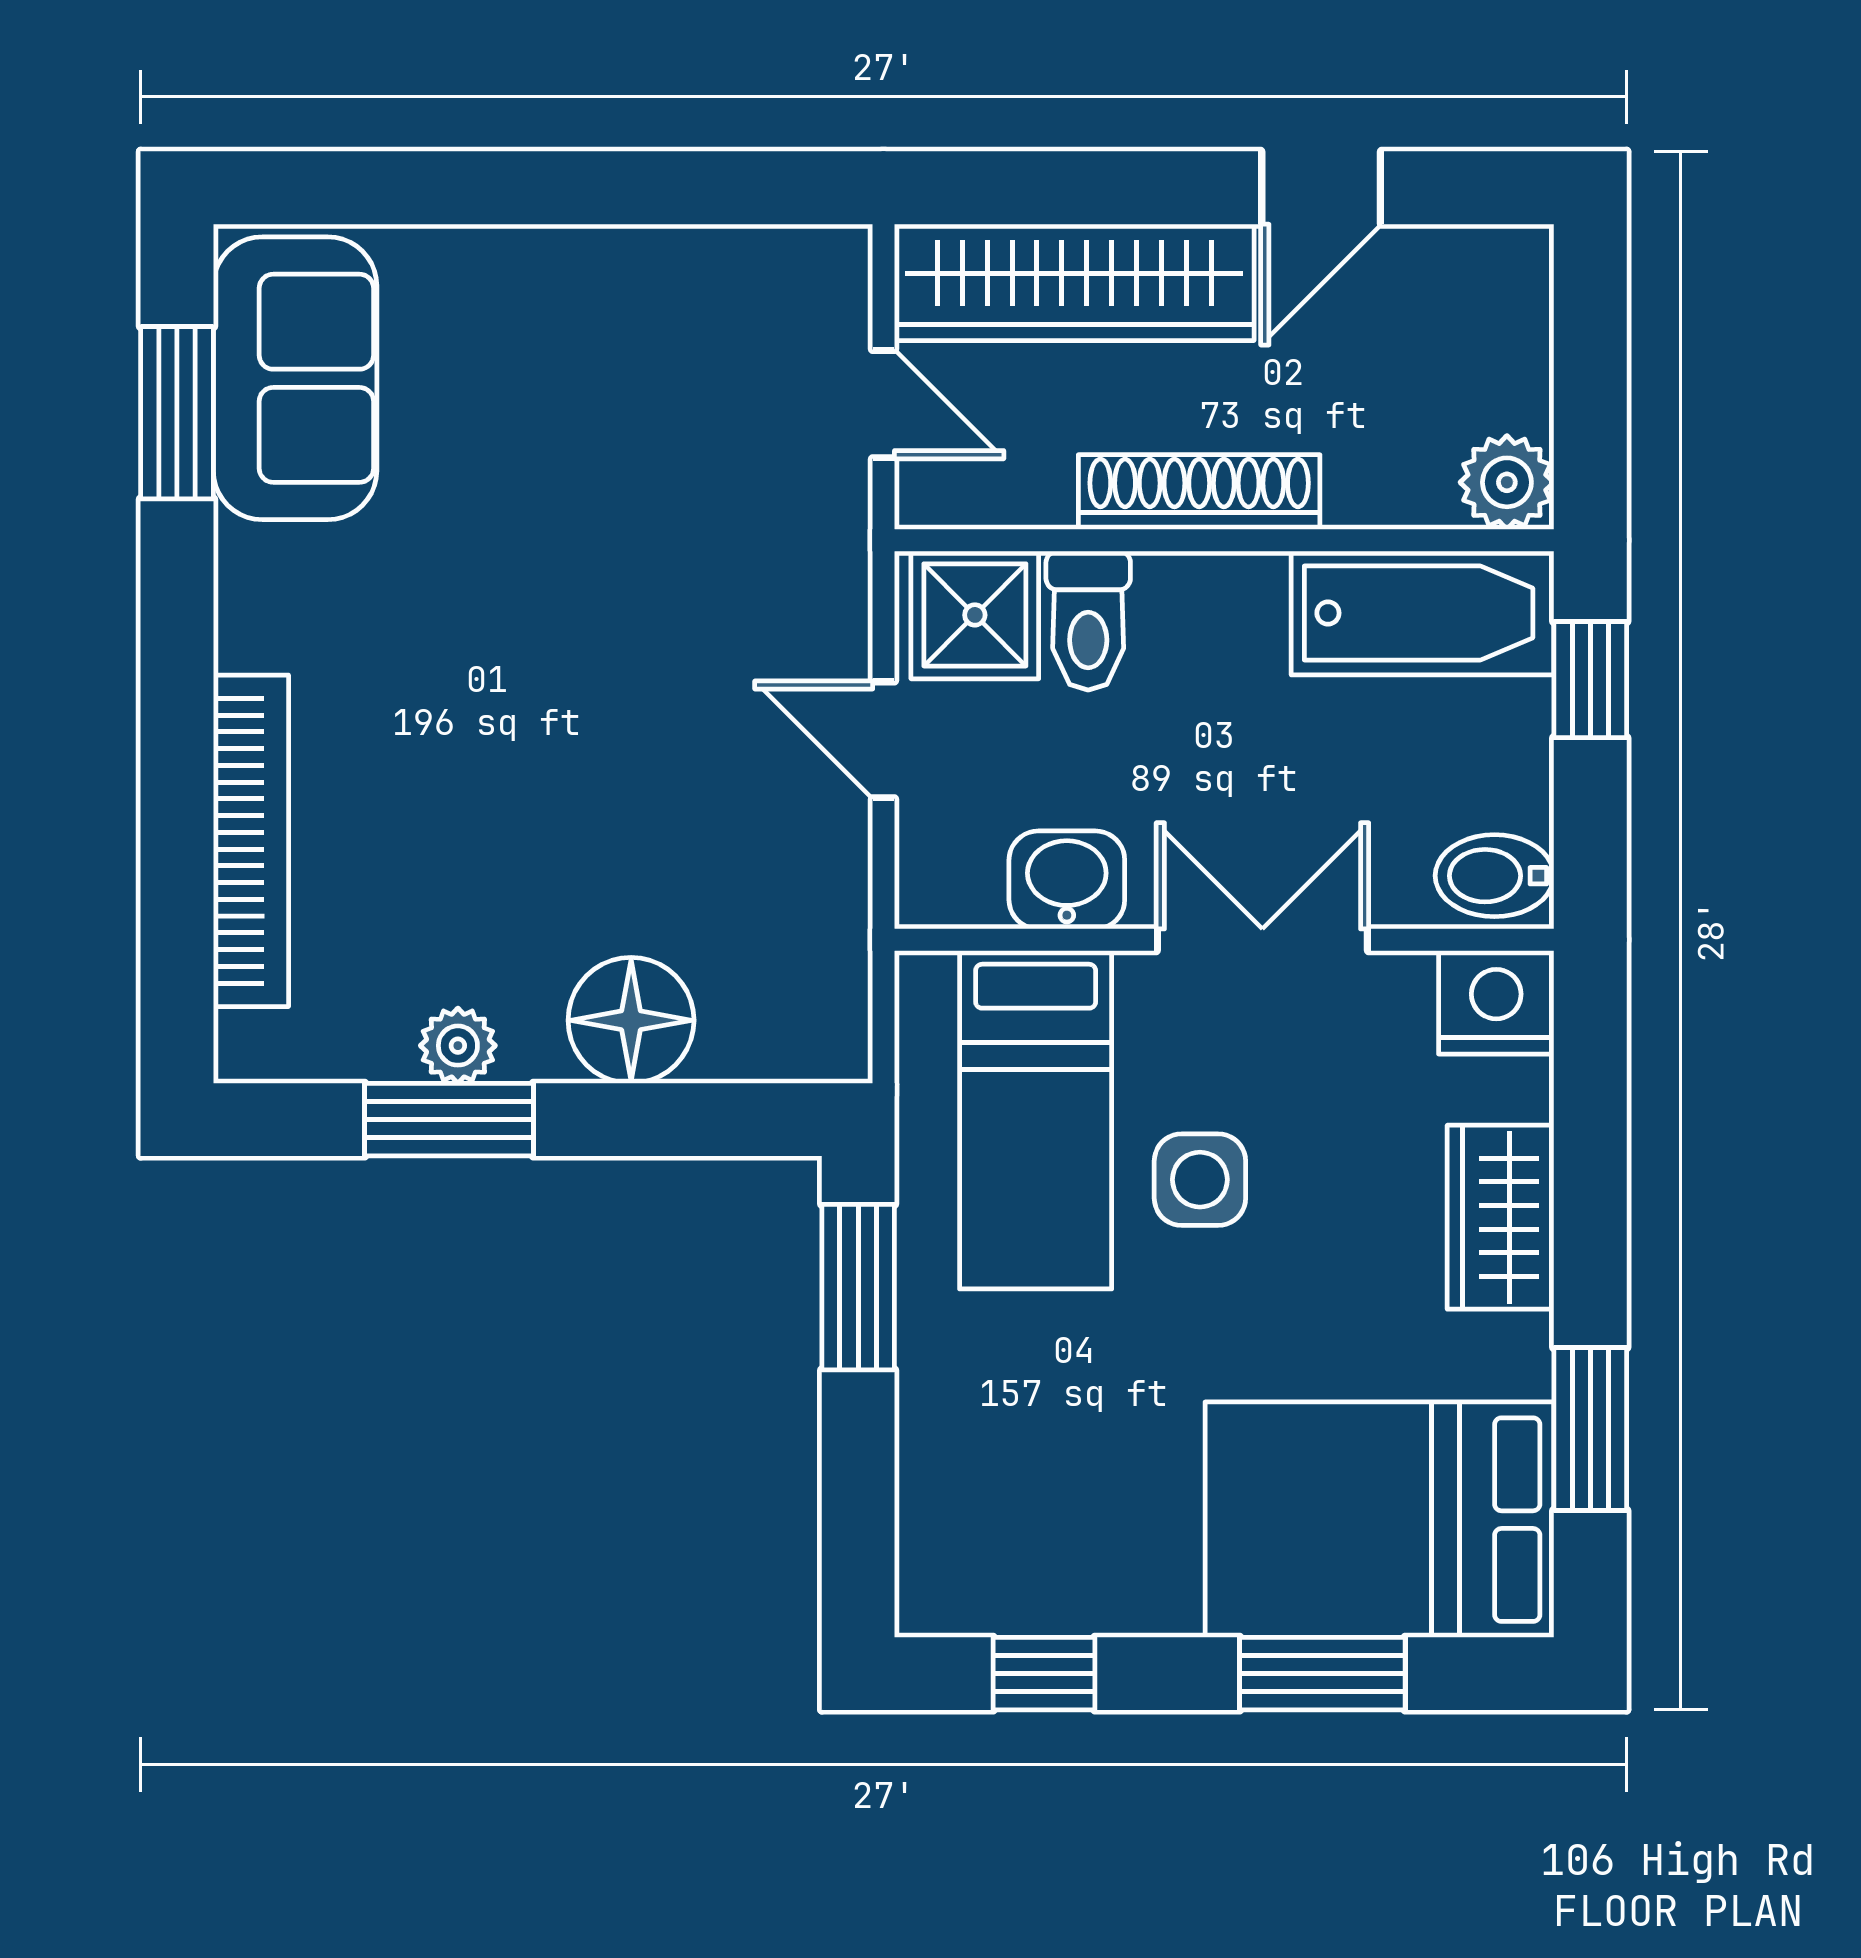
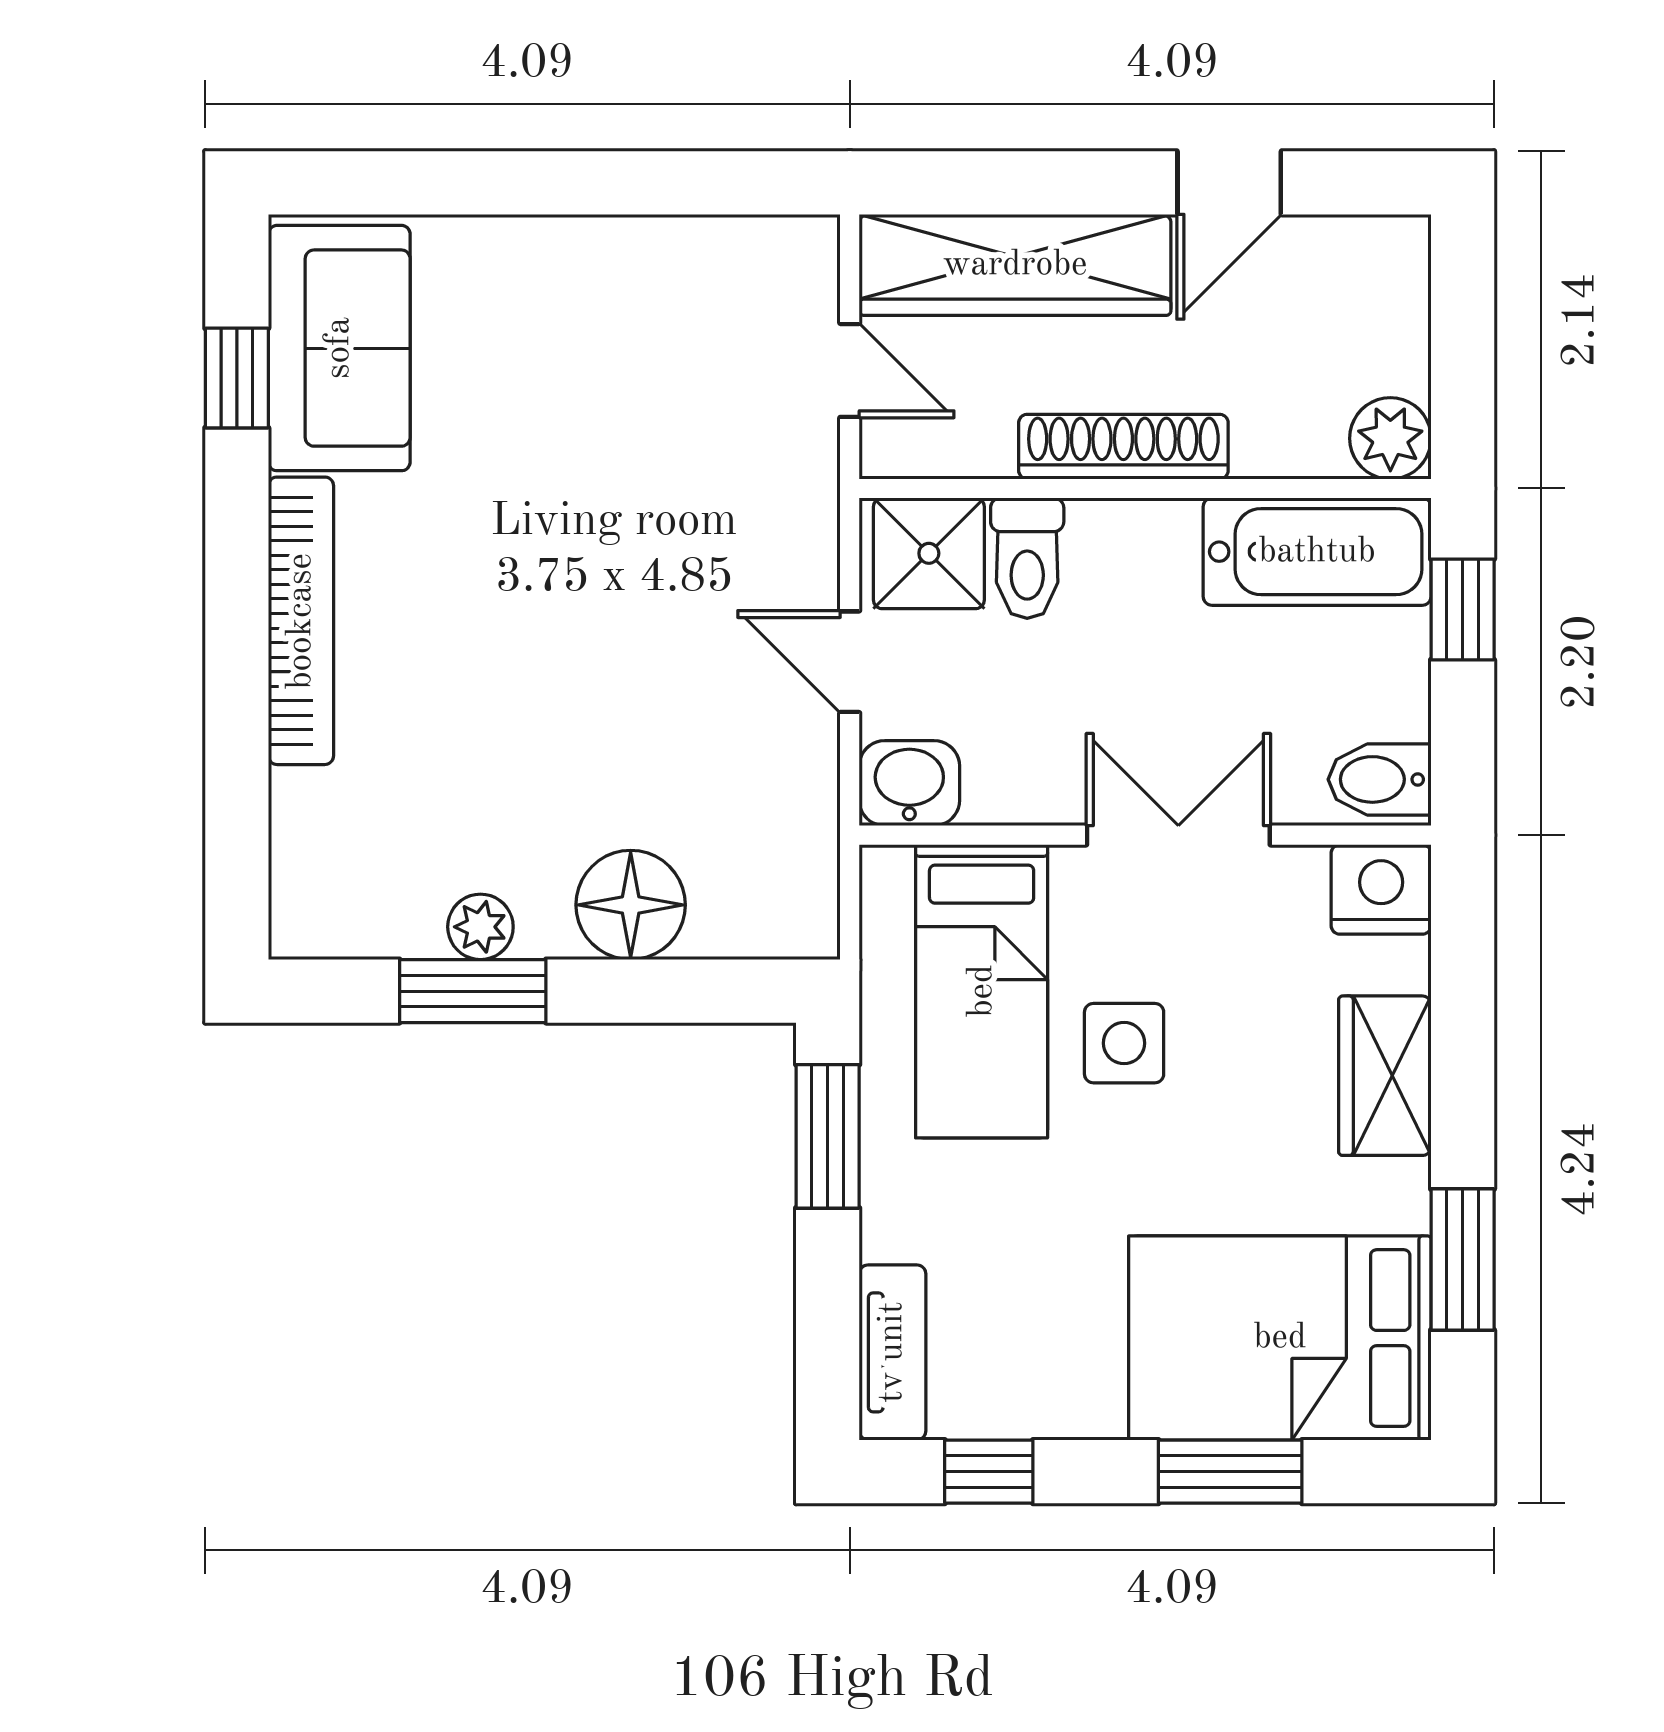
window: (177, 413) -> (237, 378), width x0.67
bookcase: (251, 841) -> (301, 621), moved
washbasin: (1067, 880) -> (909, 783), moved
tv unit: (933, 1536) -> (892, 1352), added

